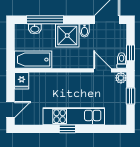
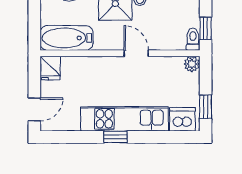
door: (102, 70) -> (136, 53), moved
window: (130, 96) -> (206, 107), moved
dishwasher: (114, 117) -> (182, 119), added

